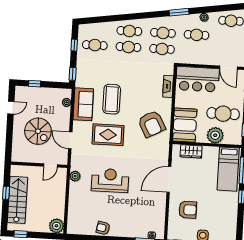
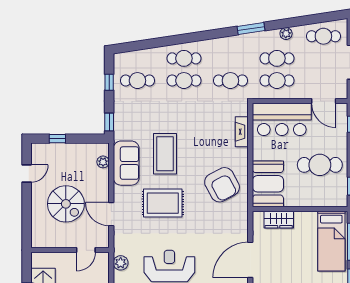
cafe table: (163, 33) -> (277, 81), moved
plant: (215, 135) -> (311, 195), removed

